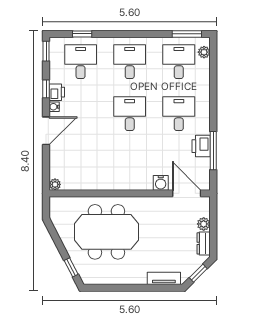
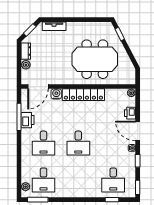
desk: (130, 62) -> (78, 180), removed
printer: (57, 92) -> (130, 113), moved
door: (46, 131) -> (138, 131), hinge flipped
locker: (122, 182) -> (83, 95), added
door: (187, 193) -> (38, 87), hinge flipped

